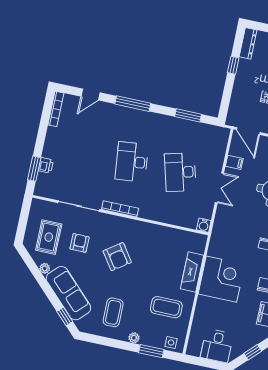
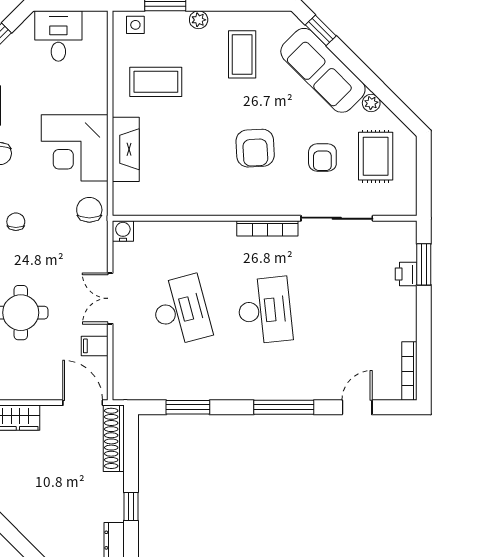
shoe rack: (235, 107) -> (114, 438), added
chair: (221, 242) -> (89, 210), added
armchair: (117, 257) -> (255, 148), turned -148

